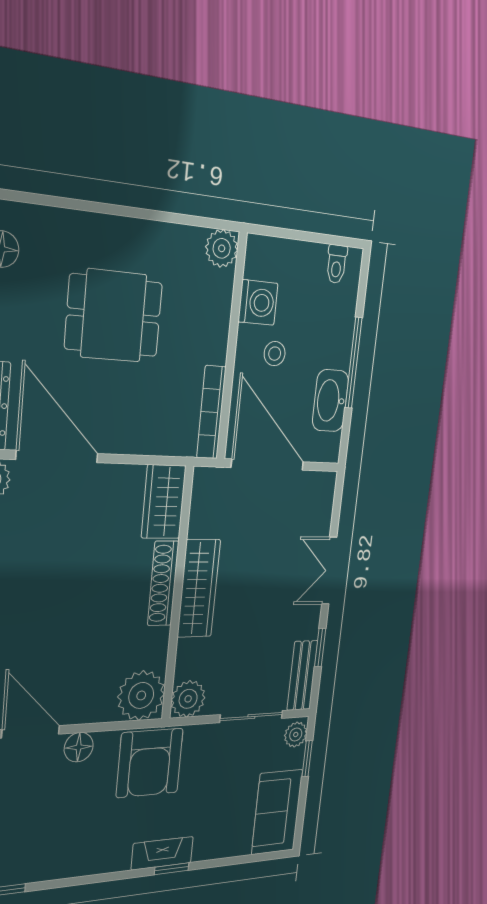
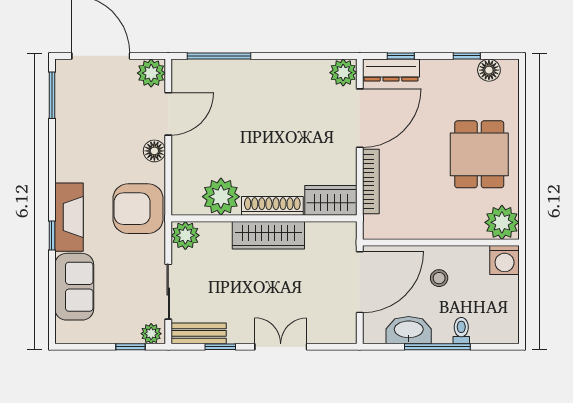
plant: (222, 248) -> (502, 222), width x1.36, depth x1.36
toilet: (337, 264) -> (461, 331), moved, turned 90
washing machine: (258, 302) -> (505, 260), moved
dining table: (114, 316) -> (479, 154), moved
bookcase: (211, 412) -> (371, 182), moved, turned 90
plant: (141, 695) -> (221, 197), moved
sofa: (277, 812) -> (74, 287), moved, turned 90
fireplace: (162, 853) -> (69, 217), width x1.37, depth x1.32

